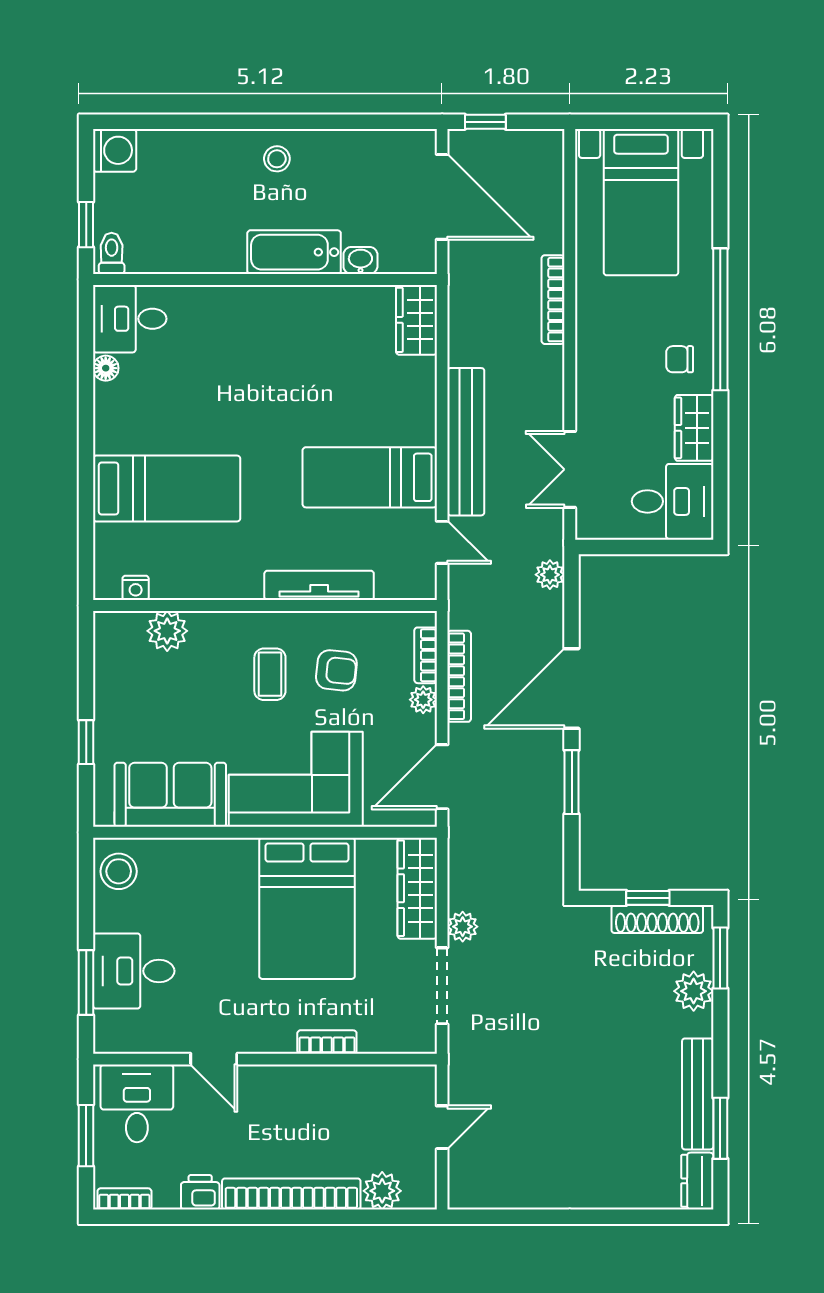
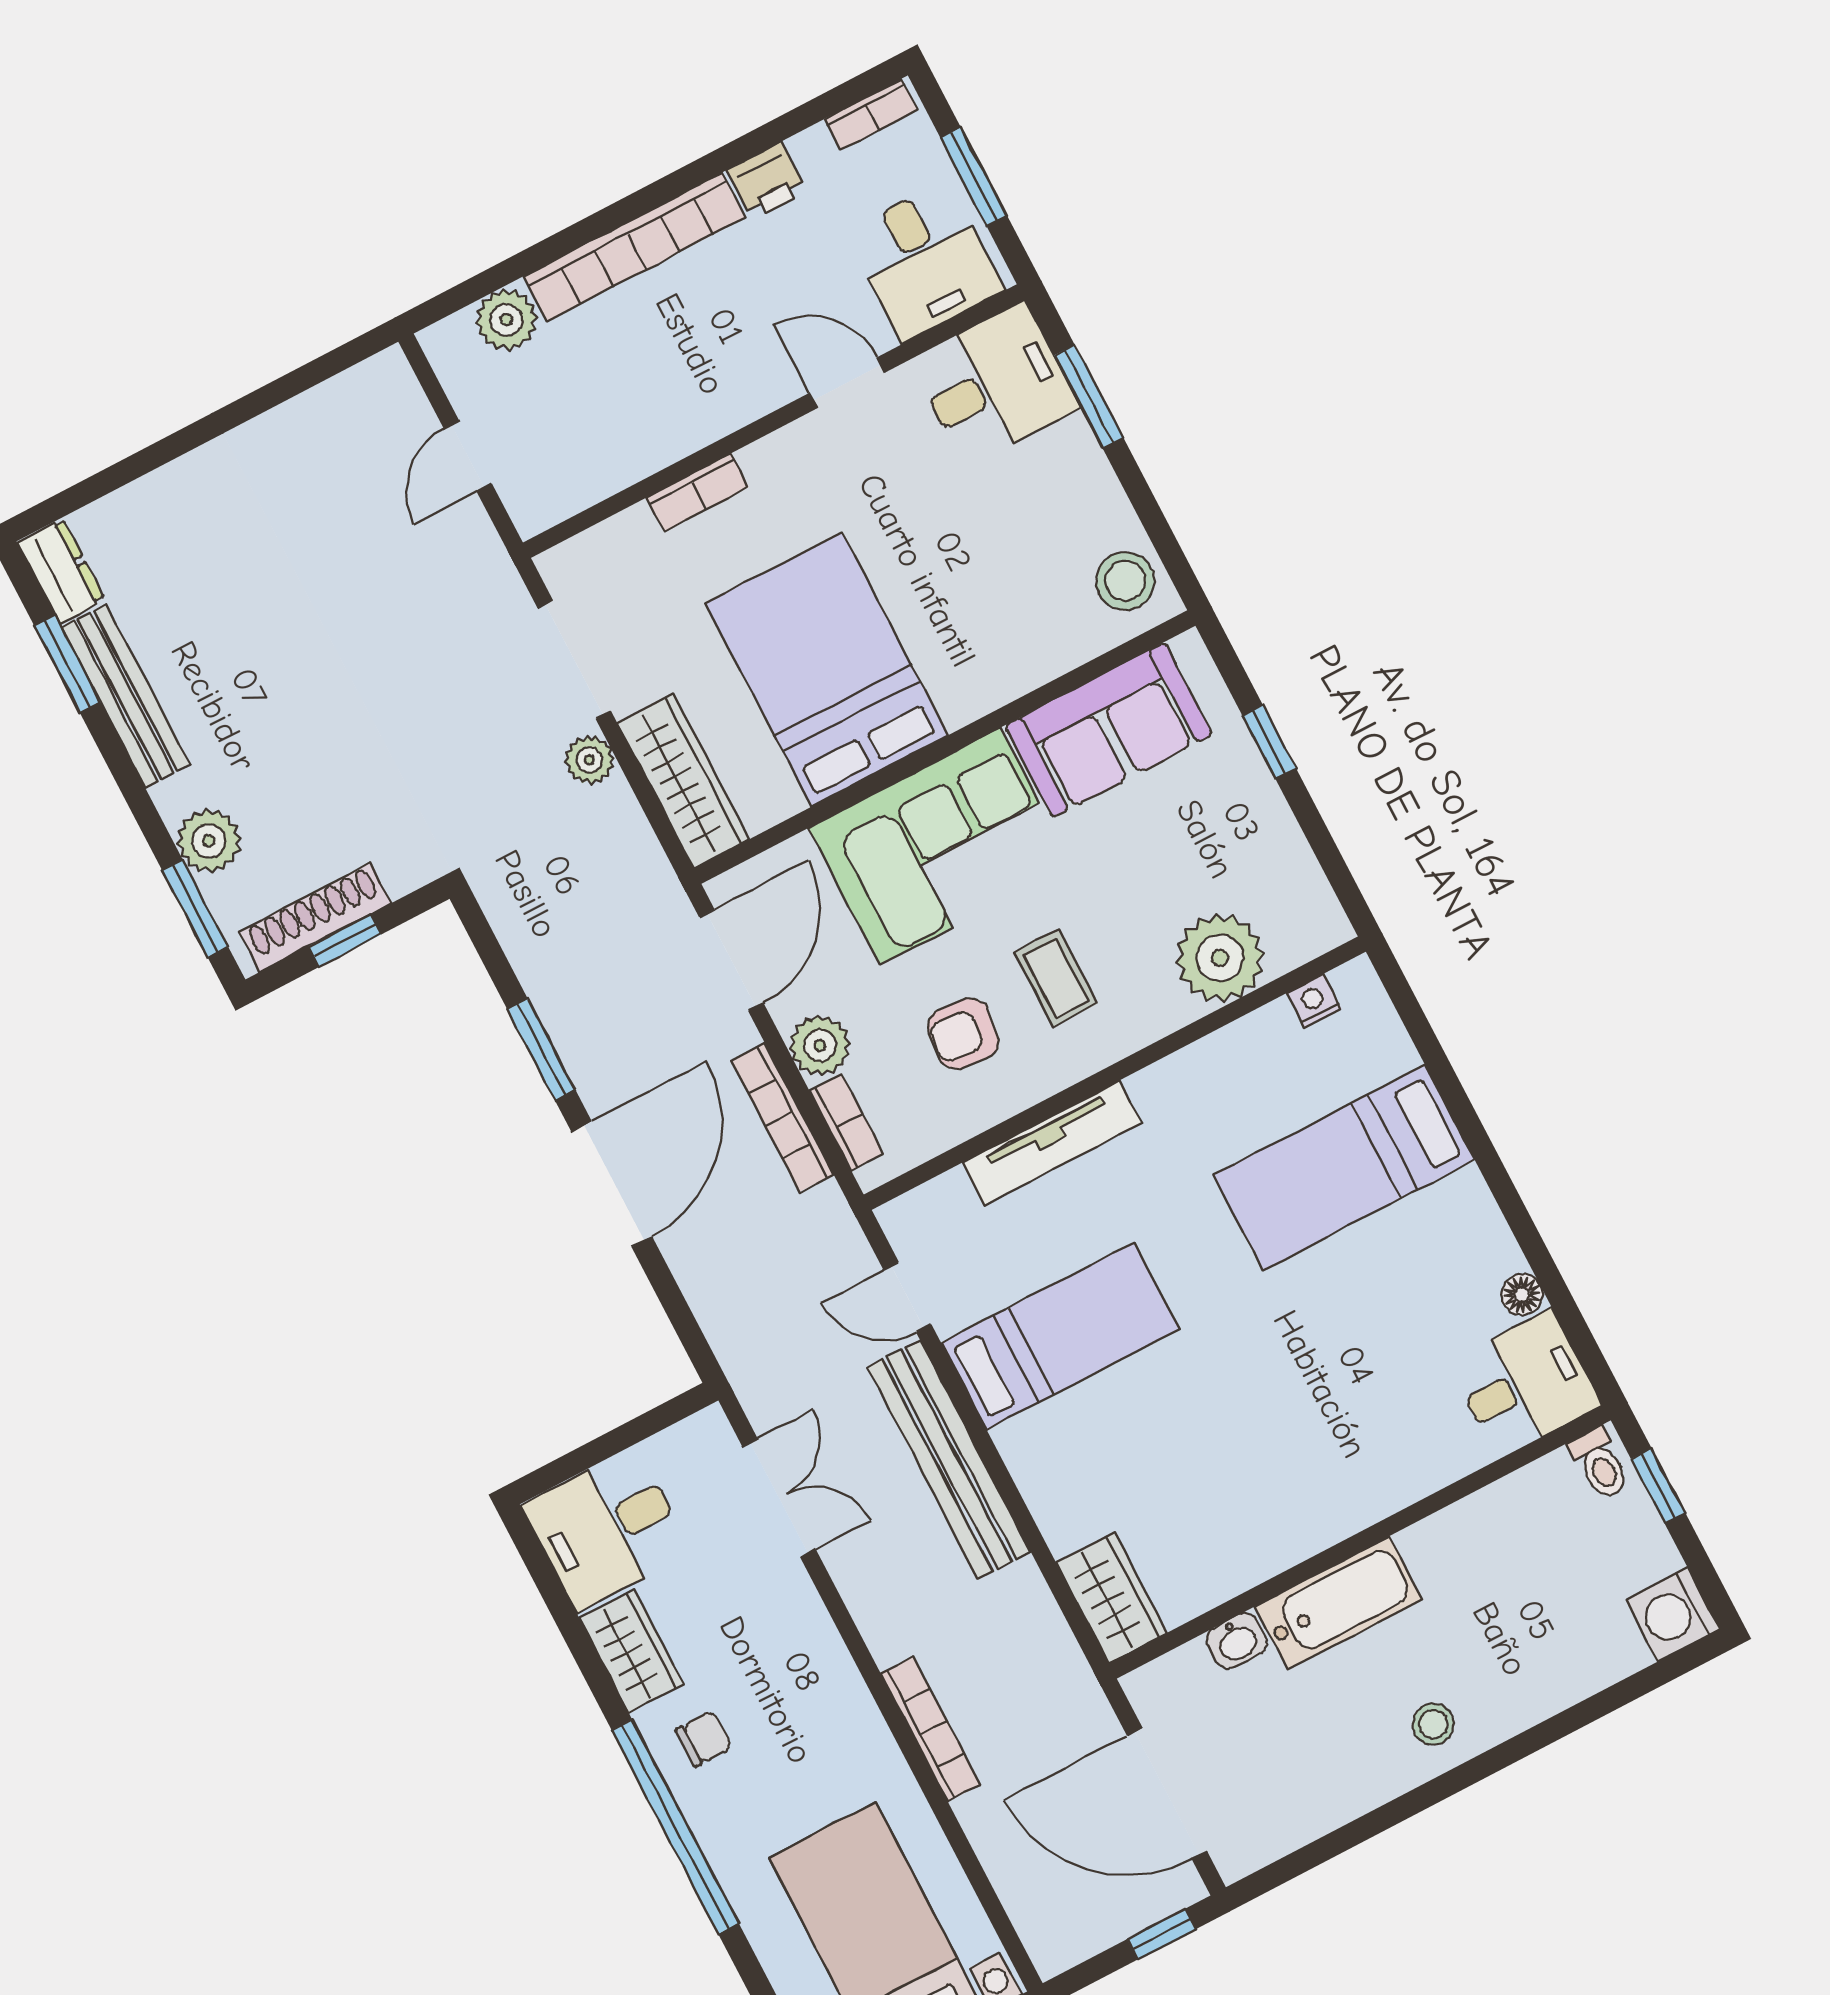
plant: (550, 575) -> (728, 1332), removed
plant: (167, 631) -> (1220, 958), width x1.36, depth x1.36
plant: (423, 700) -> (820, 1045), width x1.38, depth x1.38
desk: (134, 971) -> (995, 384), moved

